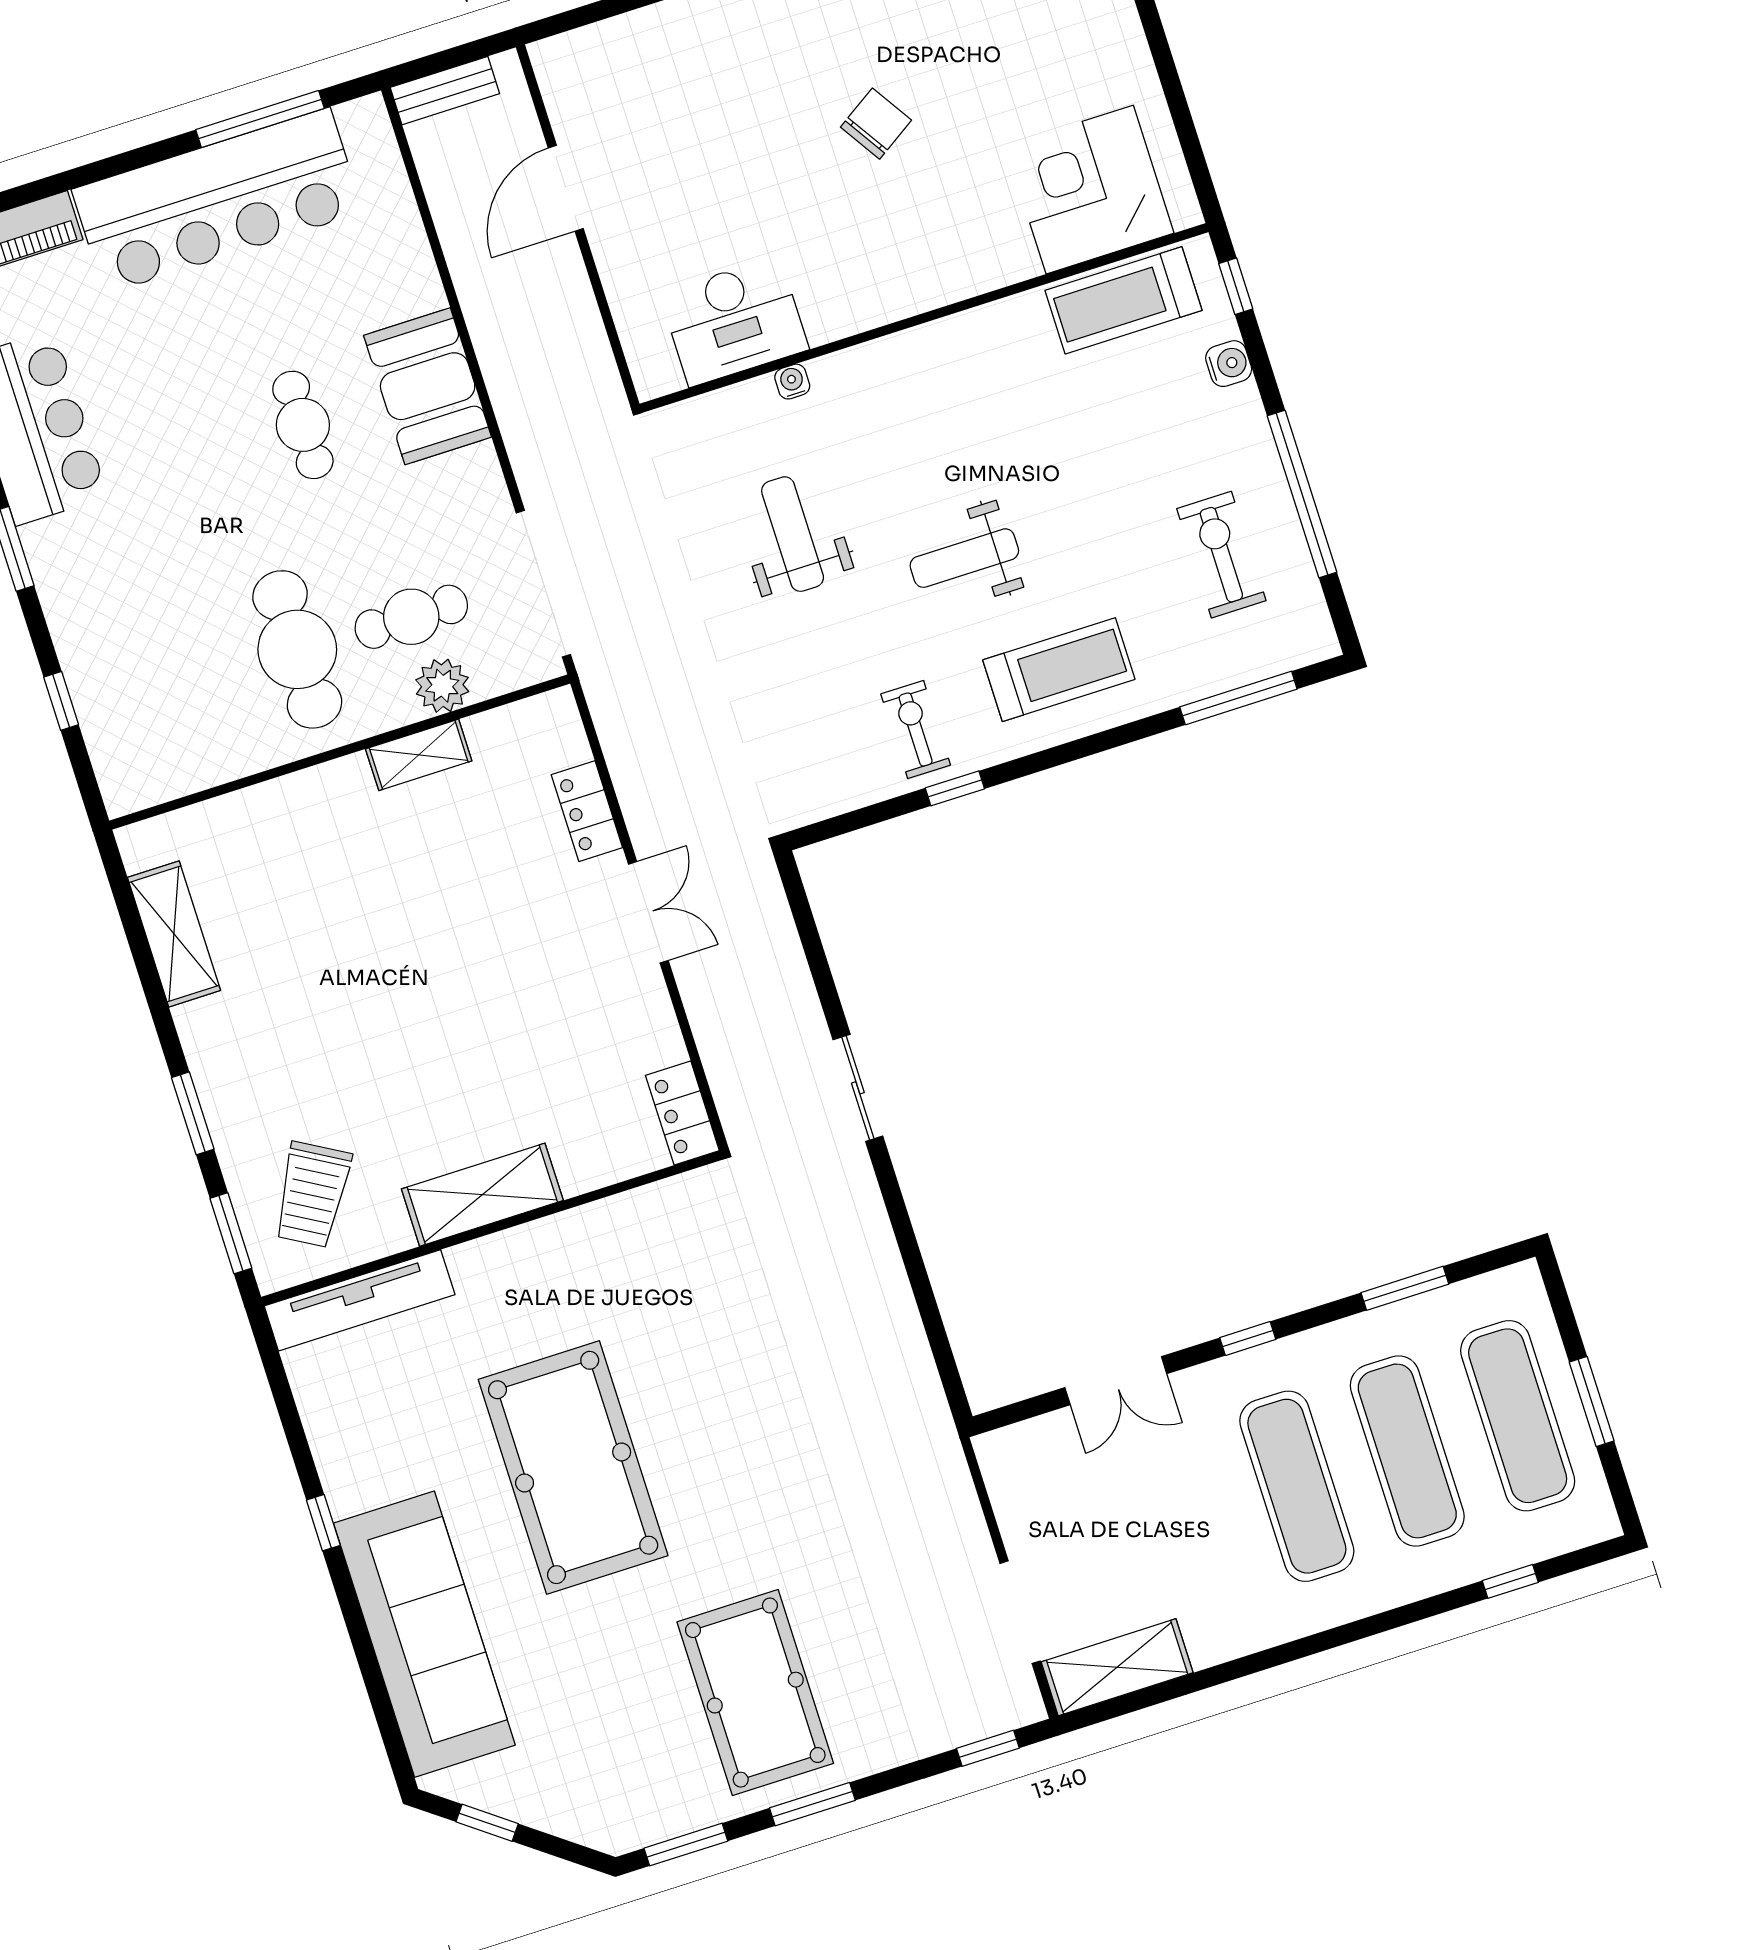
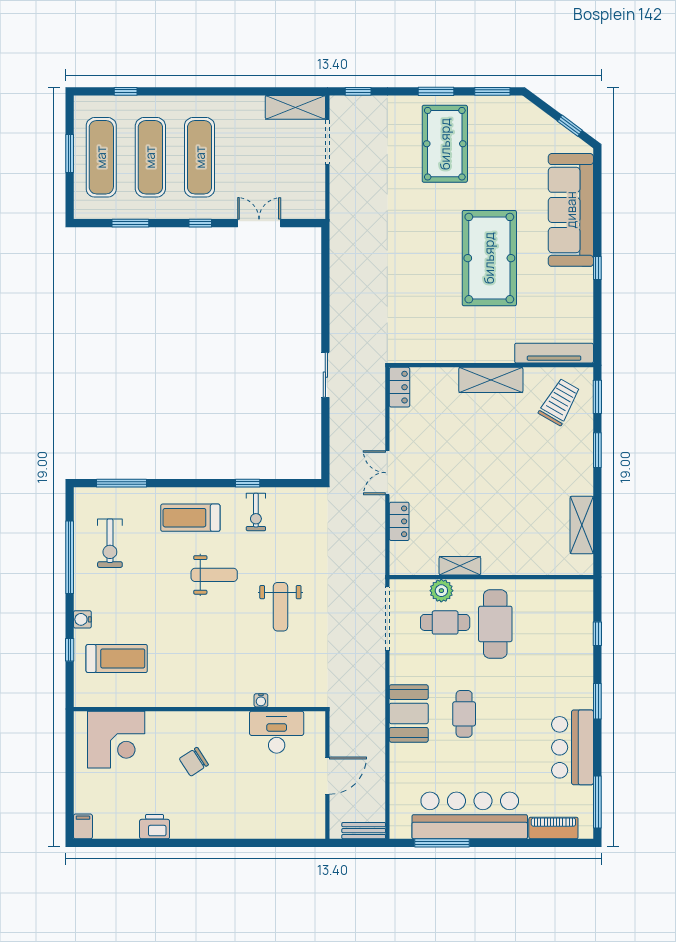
corner desk: (1090, 190) -> (116, 740), moved
wall: (924, 318) -> (200, 709), moved
desk: (734, 321) -> (277, 732), moved
water cooler: (792, 382) -> (261, 700), moved

